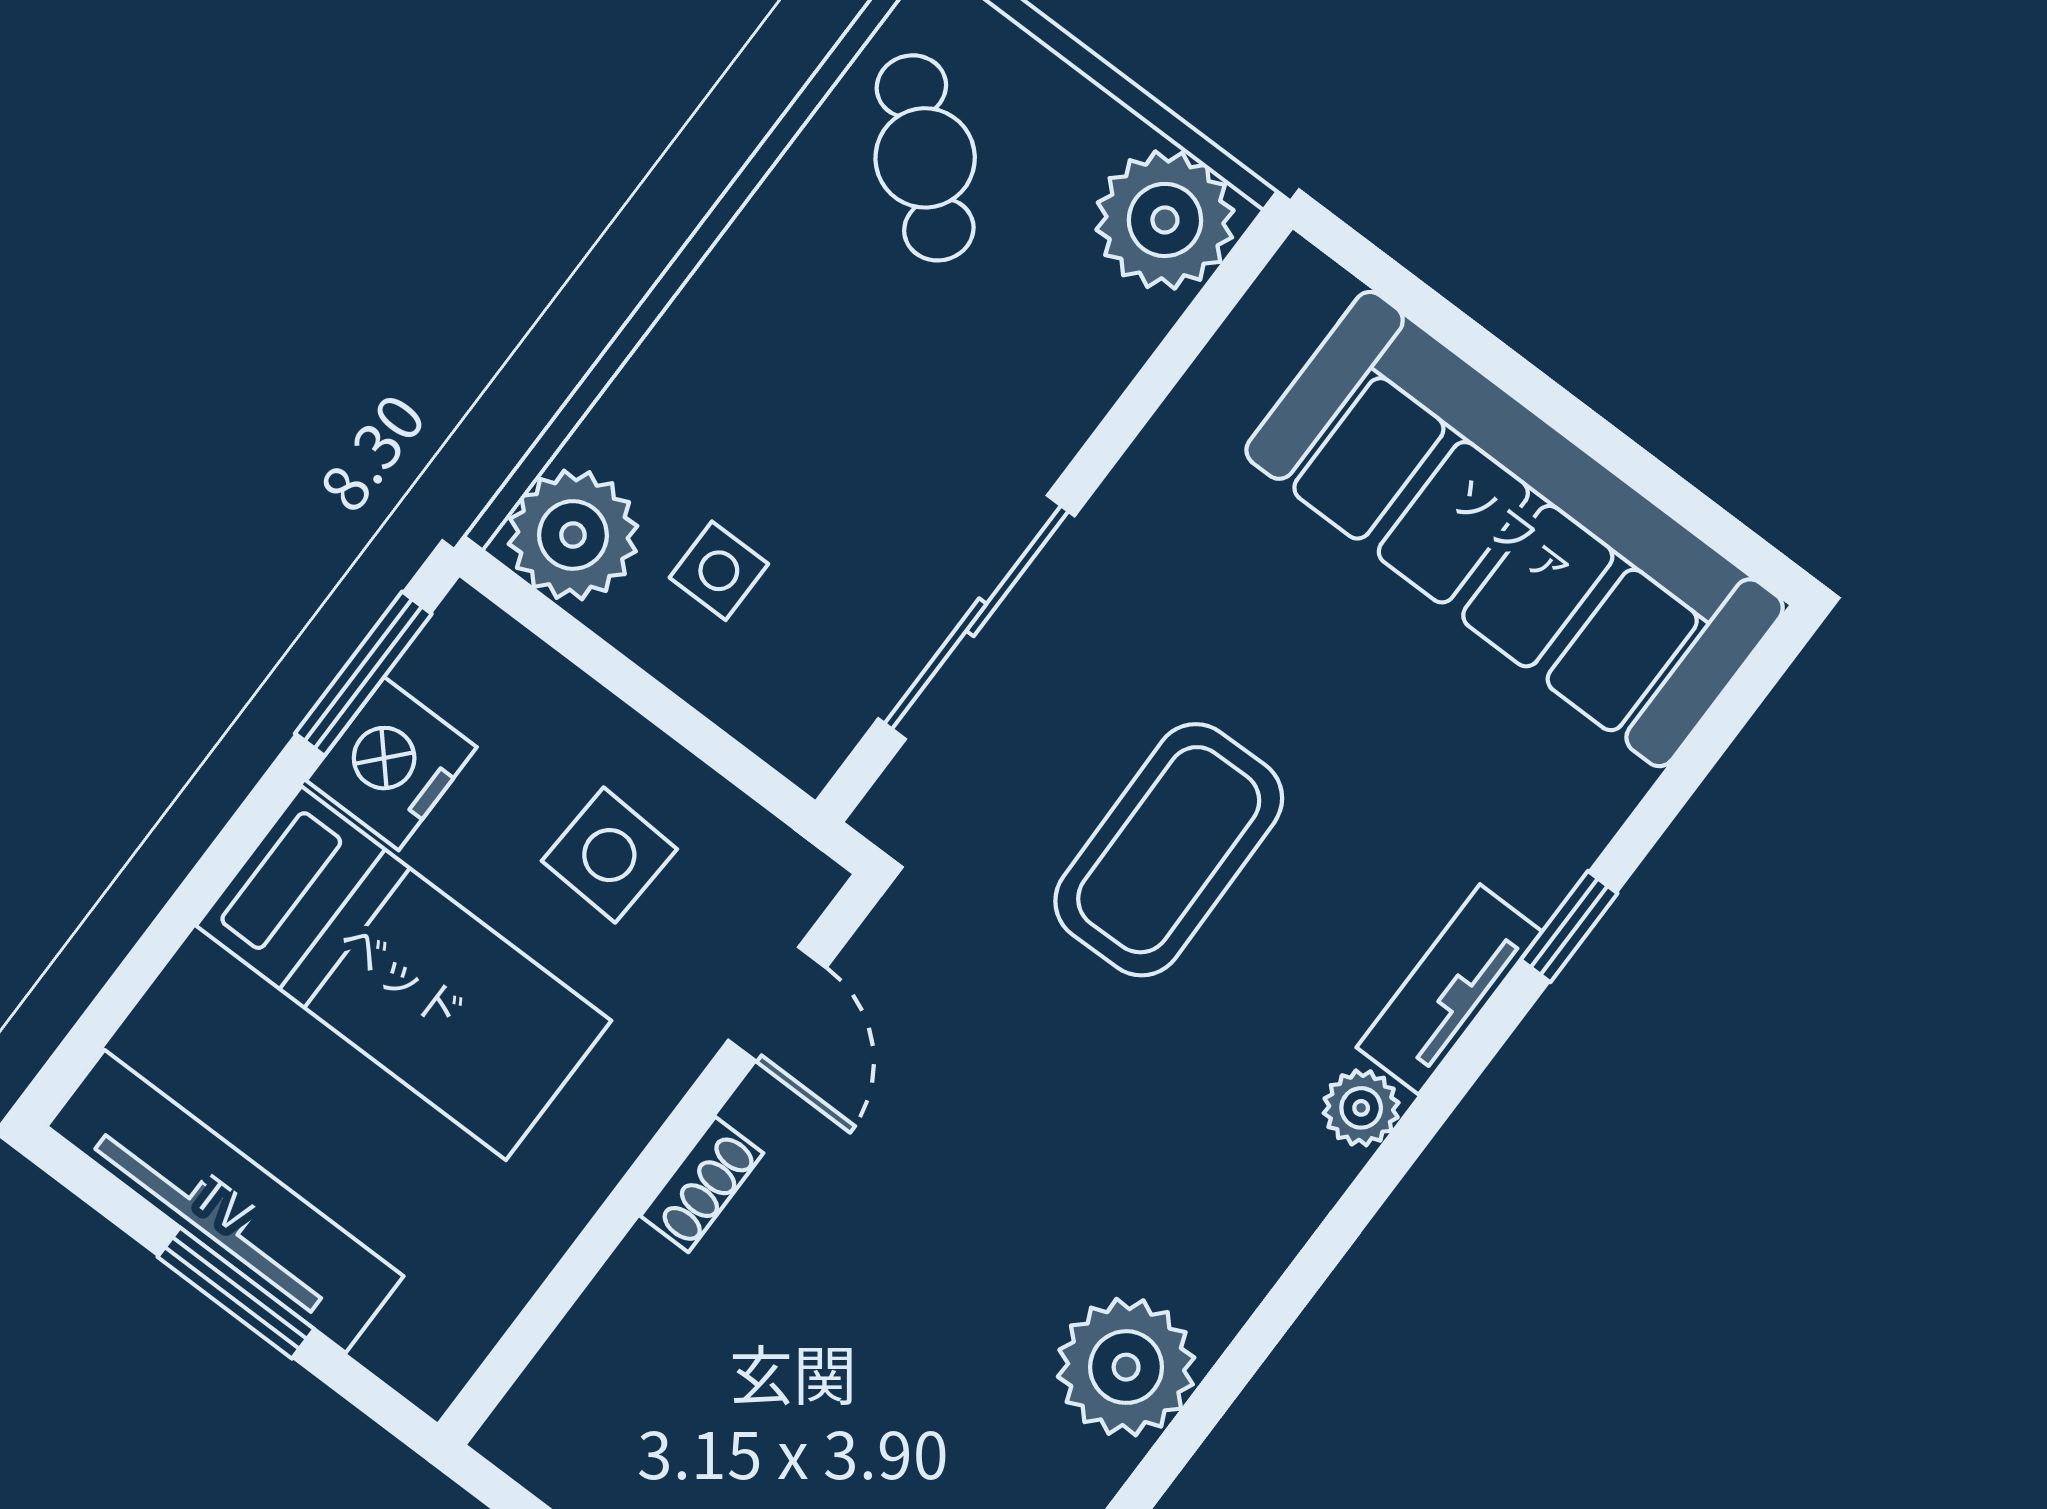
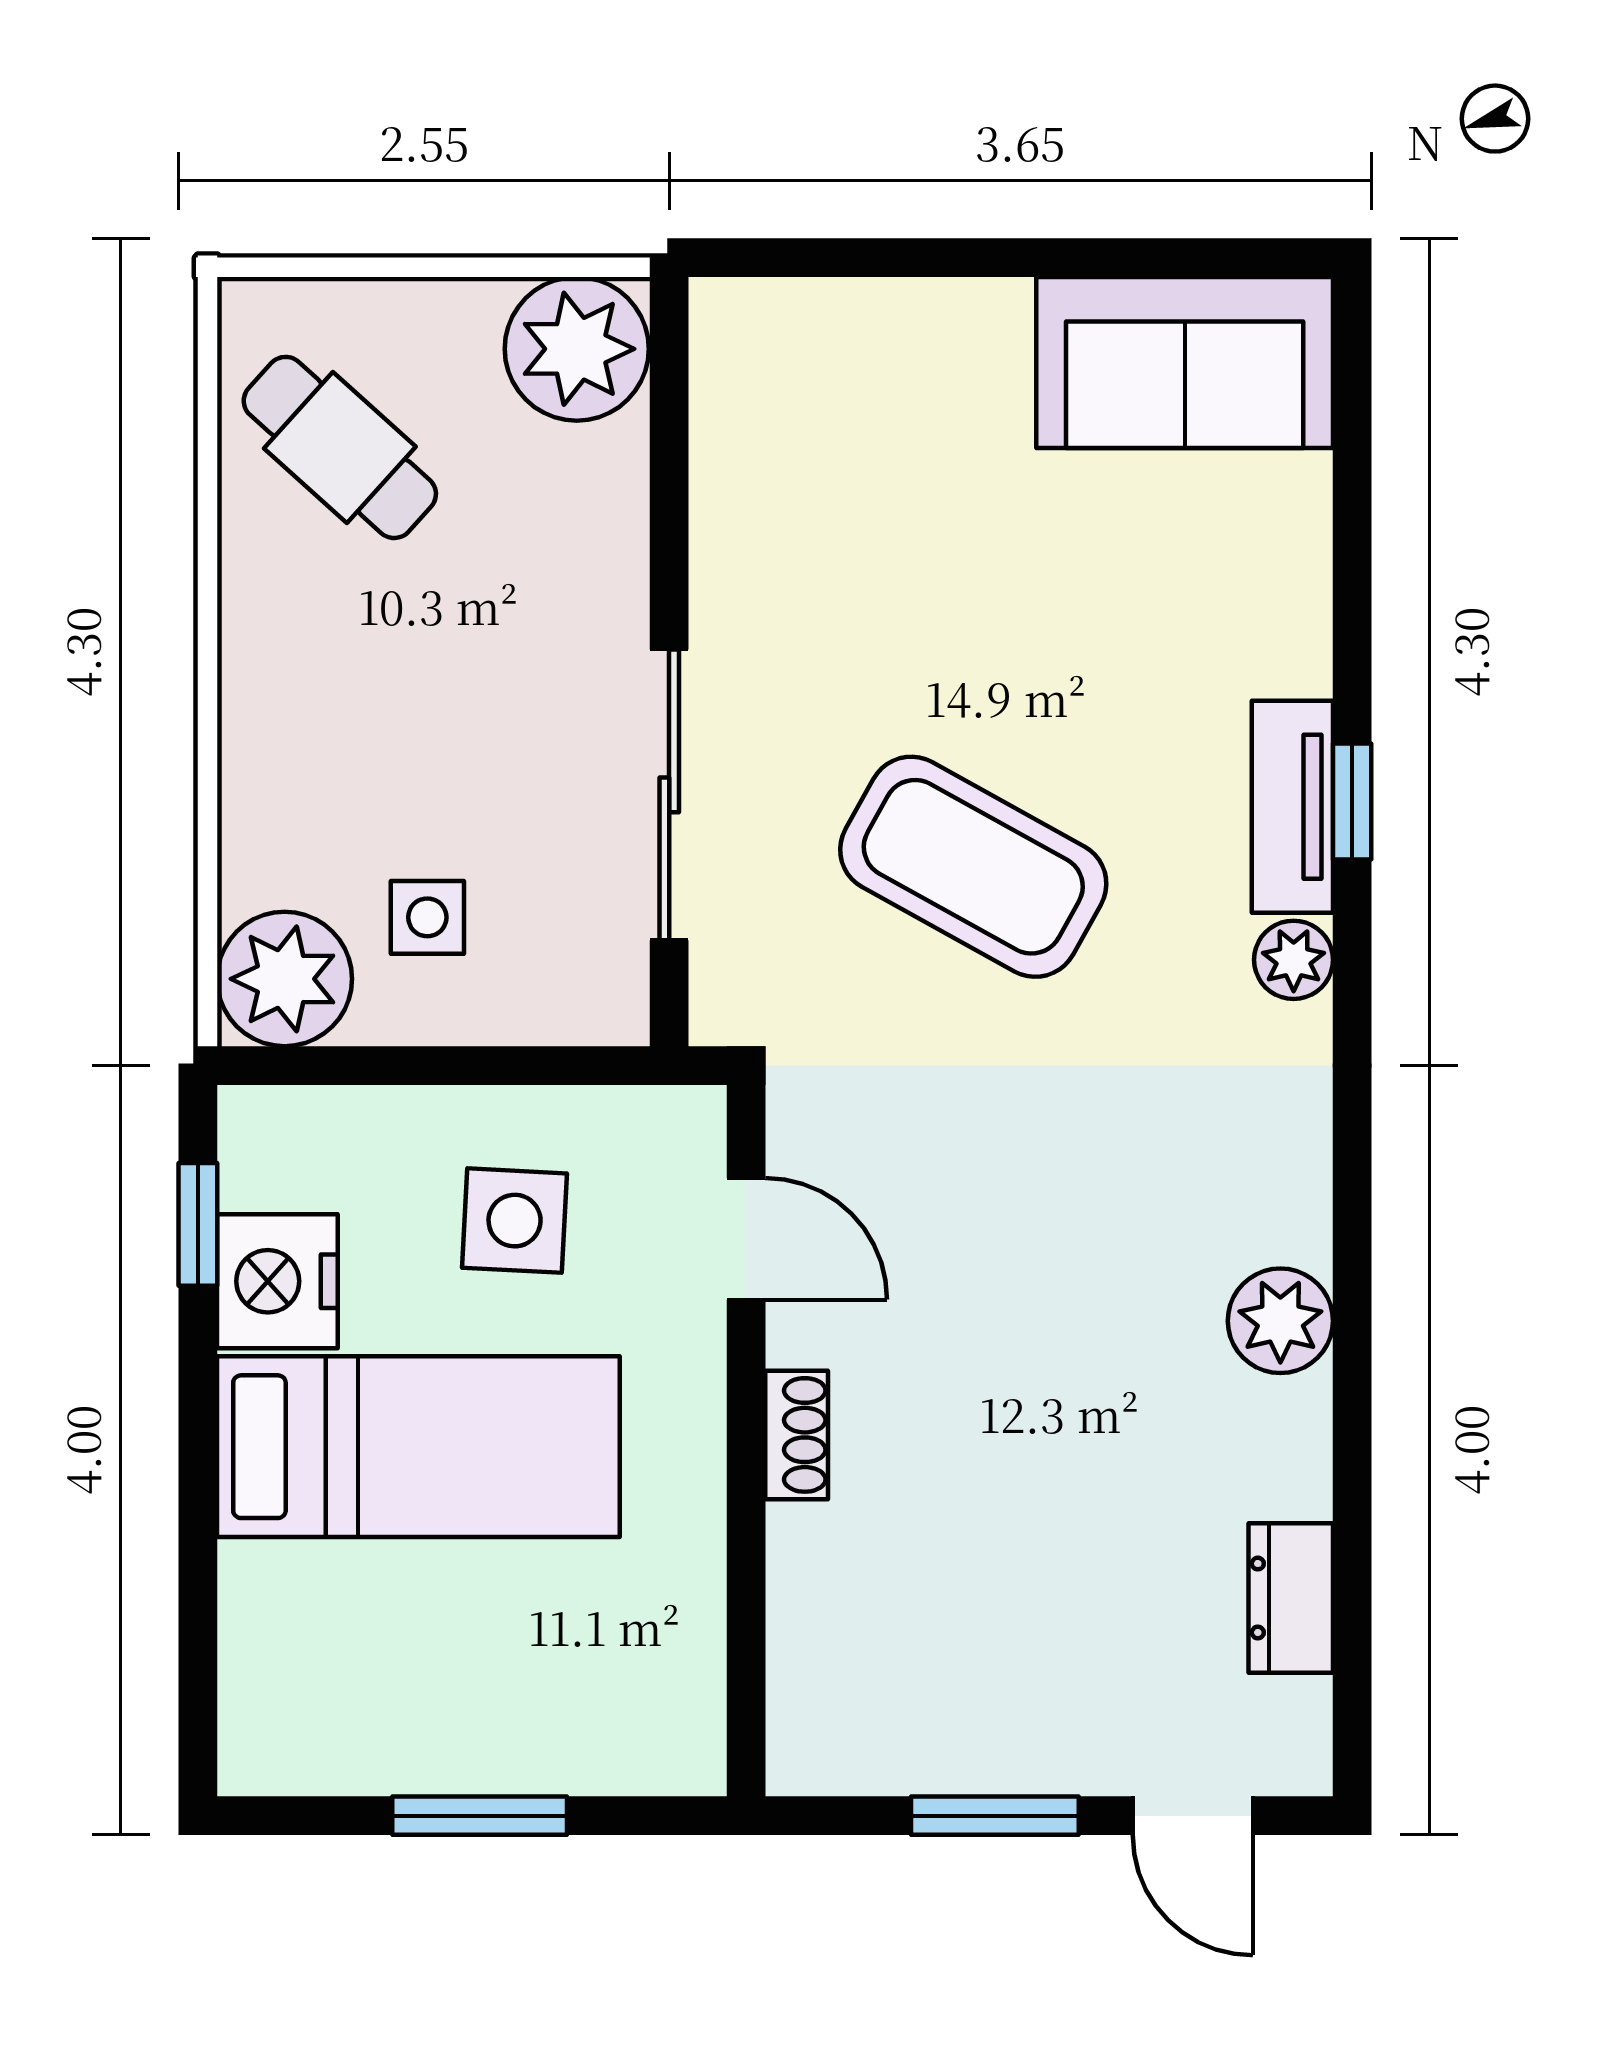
sofa: (1515, 529) -> (1185, 363), width x0.54, depth x0.79
window: (363, 674) -> (198, 1224), width x0.67
coffee table: (1169, 850) -> (973, 867), turned -60
window: (1569, 927) -> (1352, 802), moved
tv unit: (225, 1201) -> (413, 1747), removed
plant: (1126, 1367) -> (1280, 1321), width x0.73, depth x0.73

